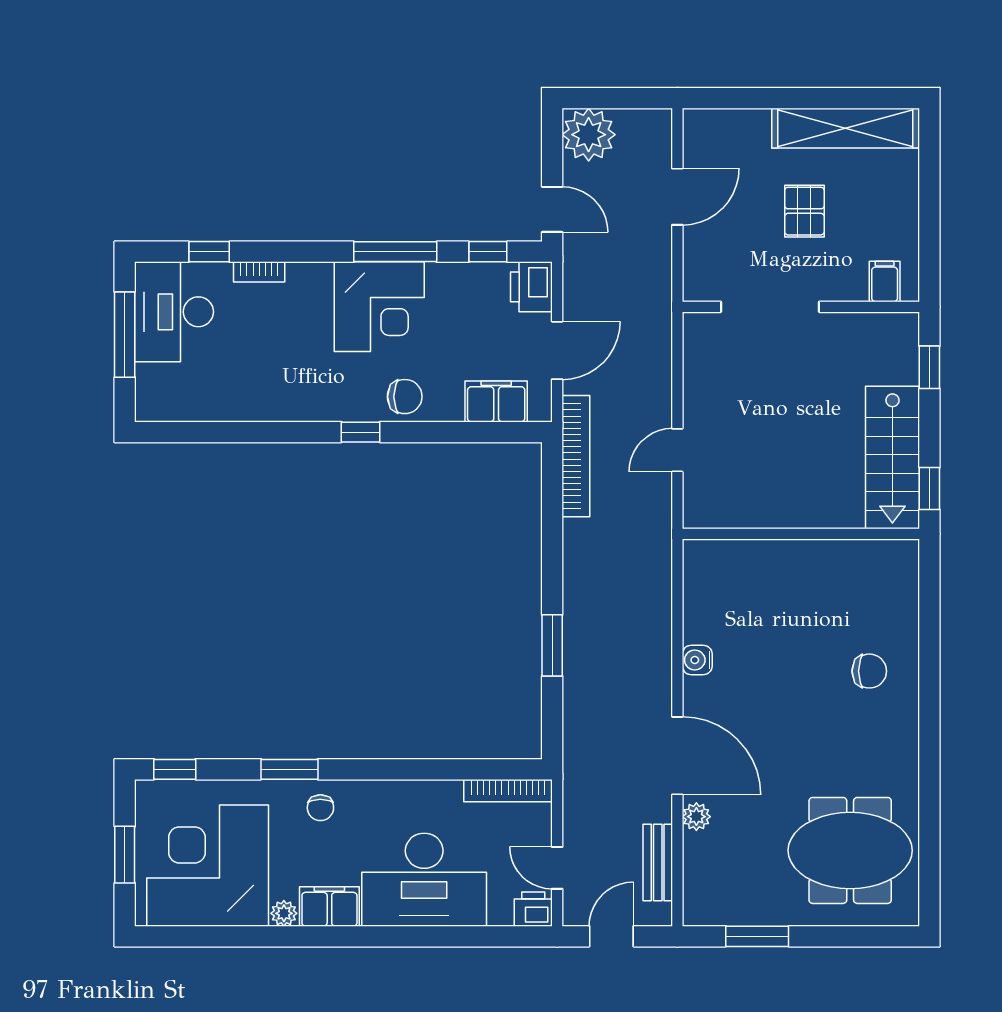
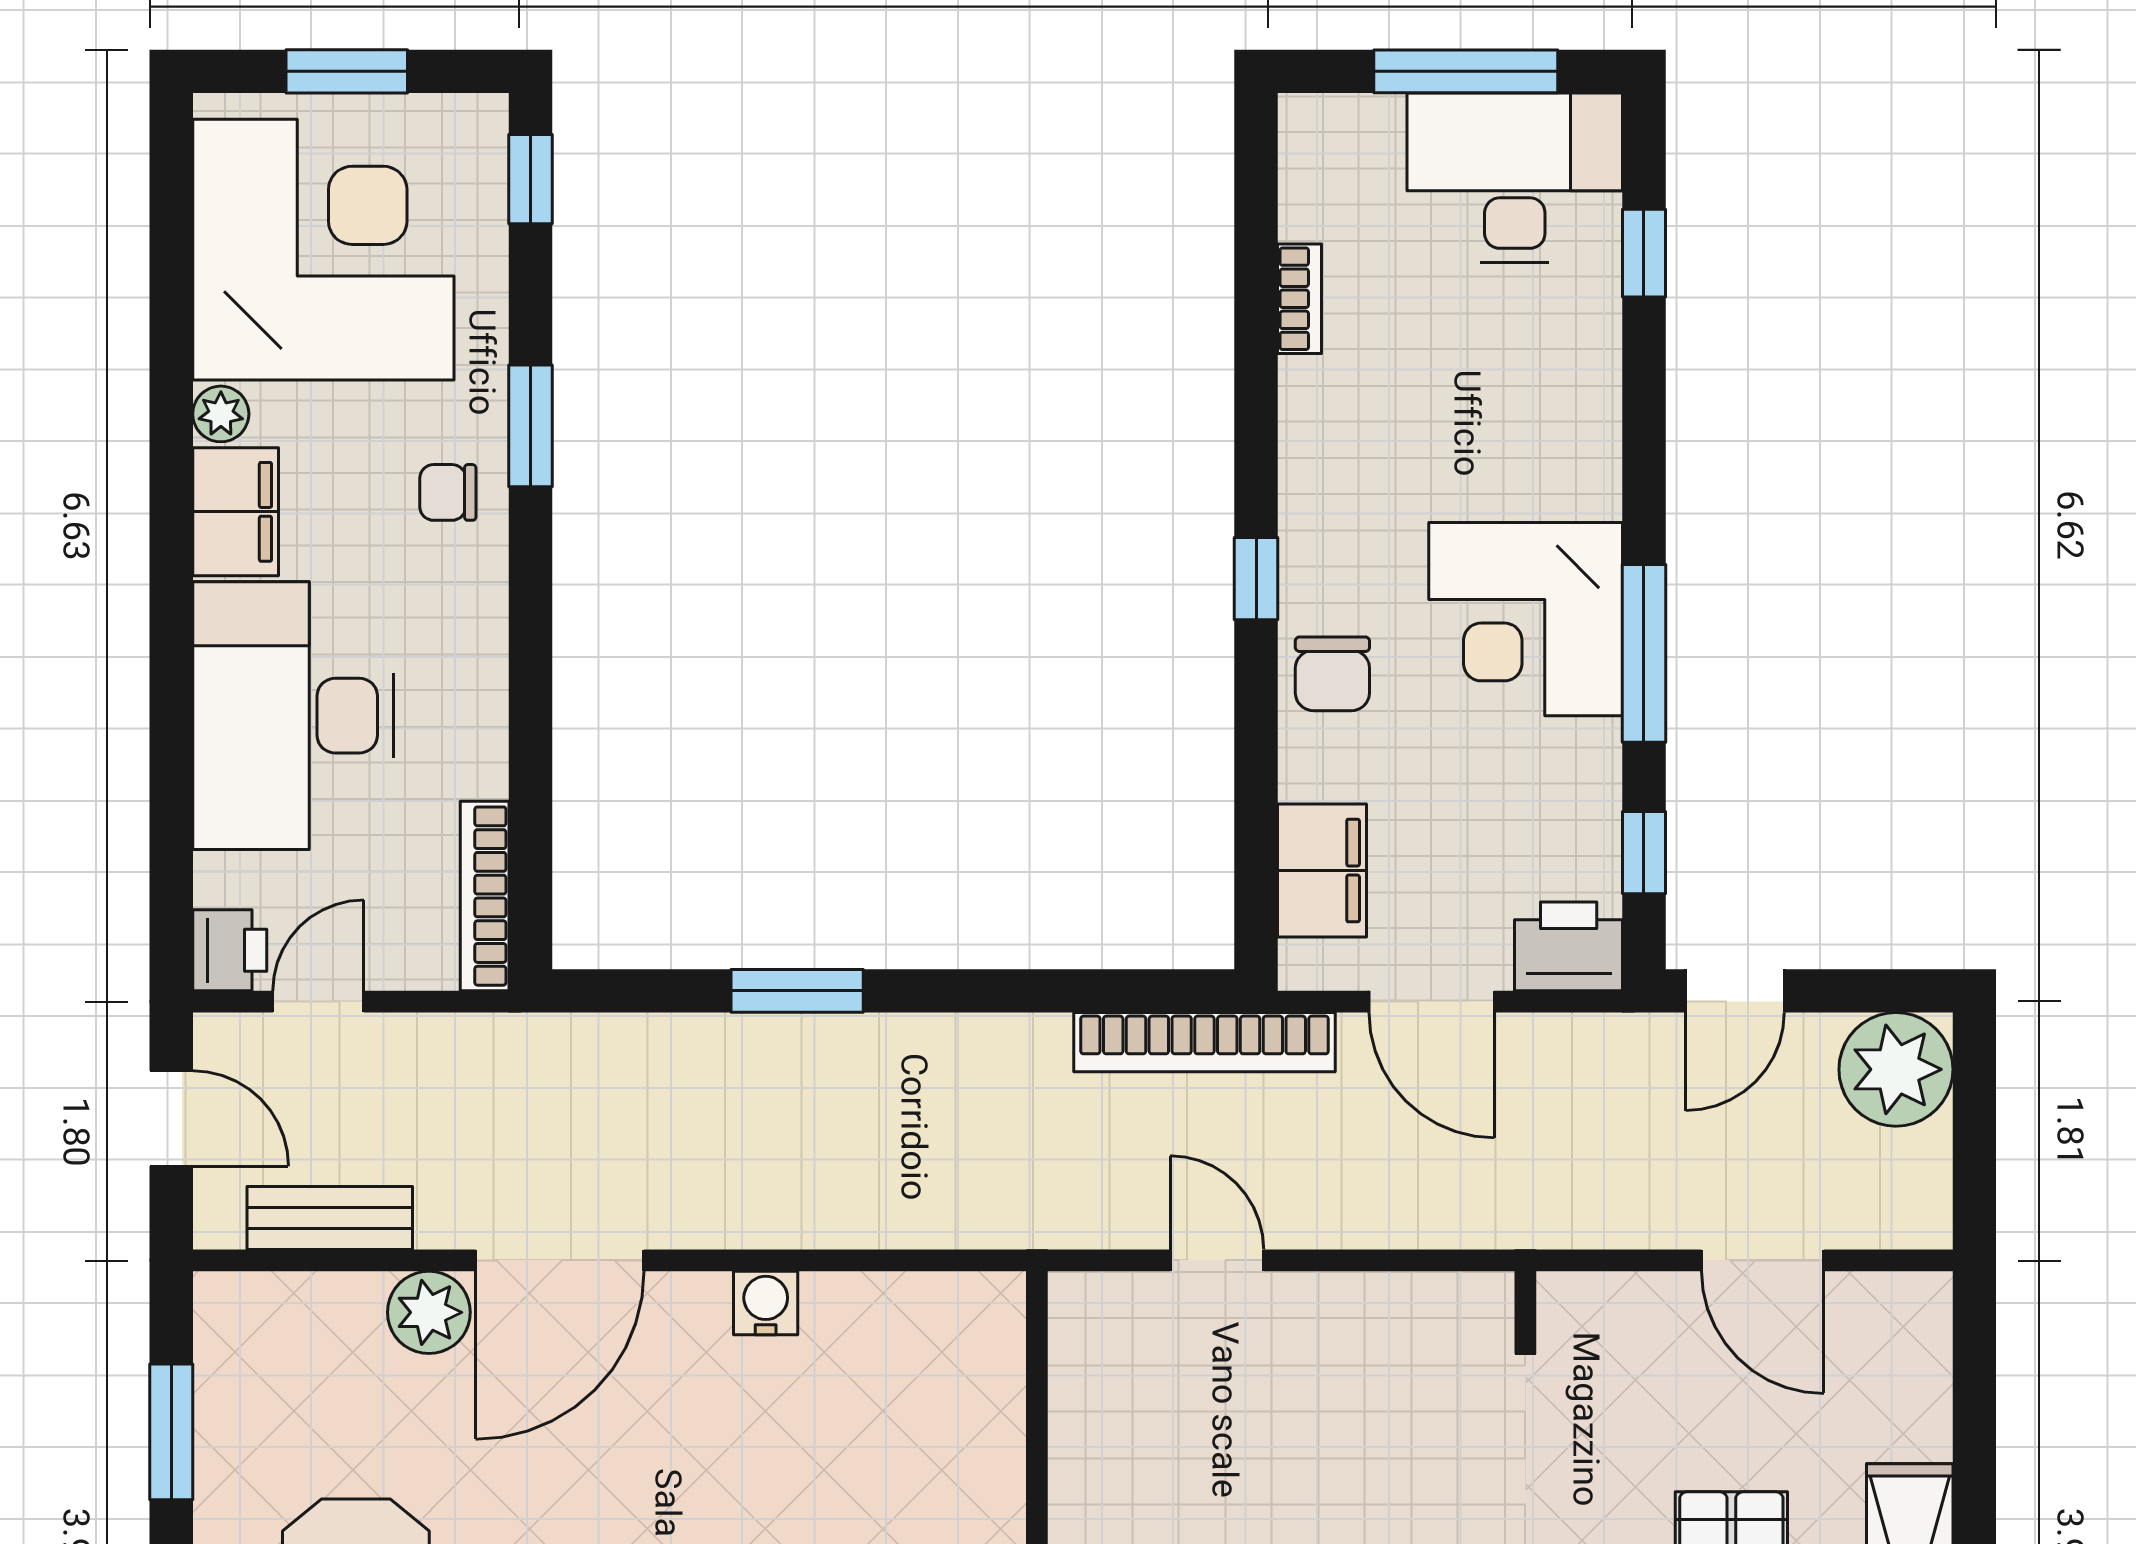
bookcase: (259, 272) -> (1300, 299), moved, turned 180
plant: (696, 817) -> (429, 1312), width x1.38, depth x1.38

